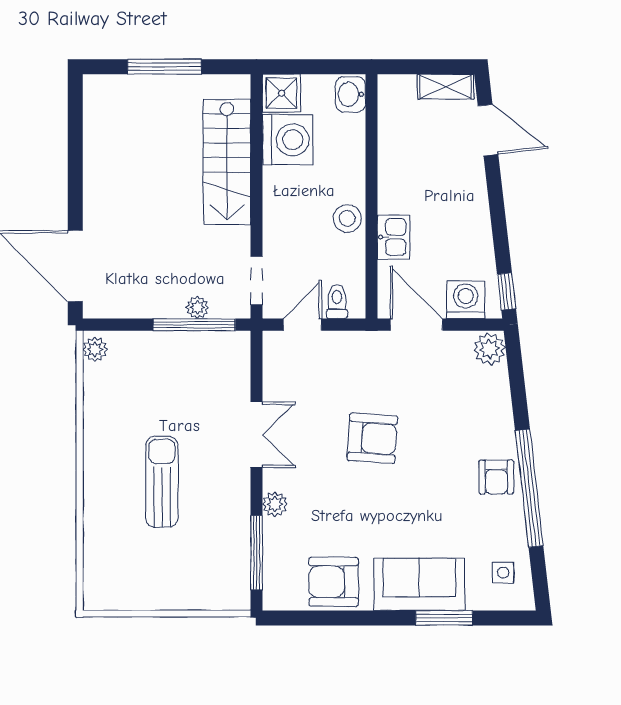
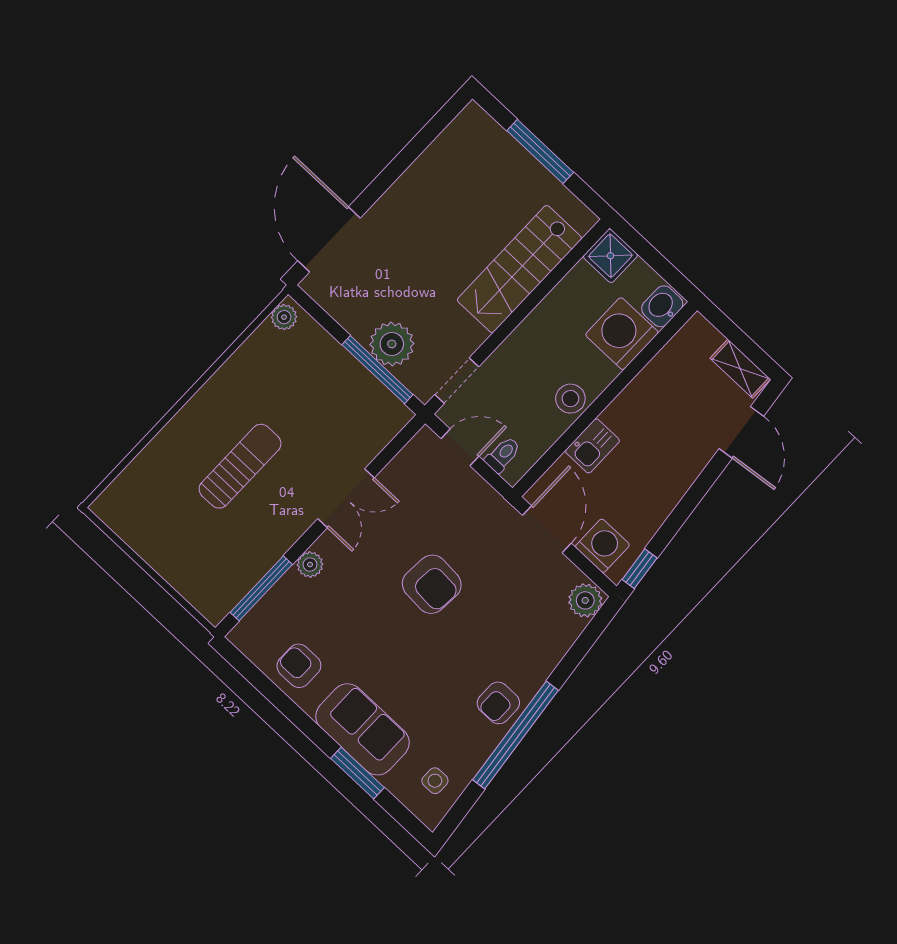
washing machine: (288, 140) -> (622, 334), moved, turned 180
plant: (197, 307) -> (392, 344), width x1.88, depth x1.88
armchair: (334, 582) -> (299, 666), width x0.72, depth x0.72

